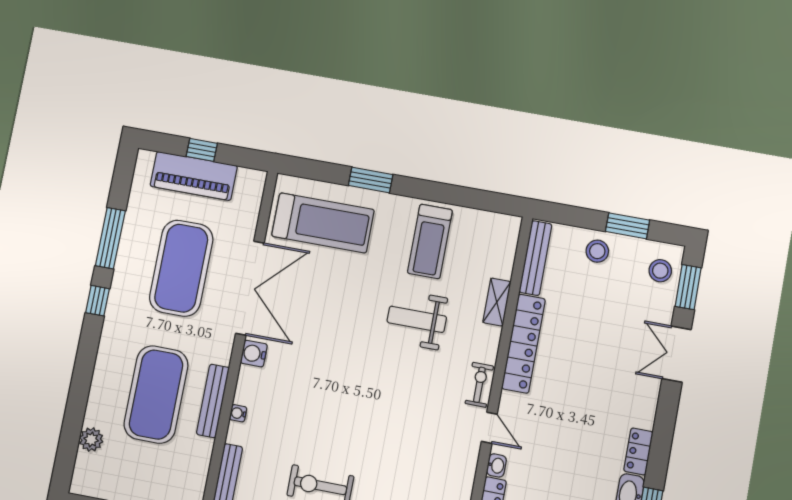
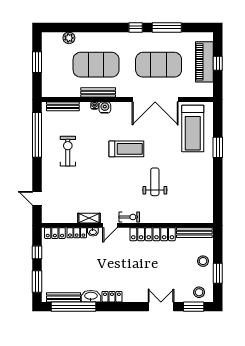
treadmill: (430, 241) -> (126, 149), moved, turned 180
shelving: (497, 302) -> (89, 218), moved
water cooler: (254, 354) -> (105, 108), moved

